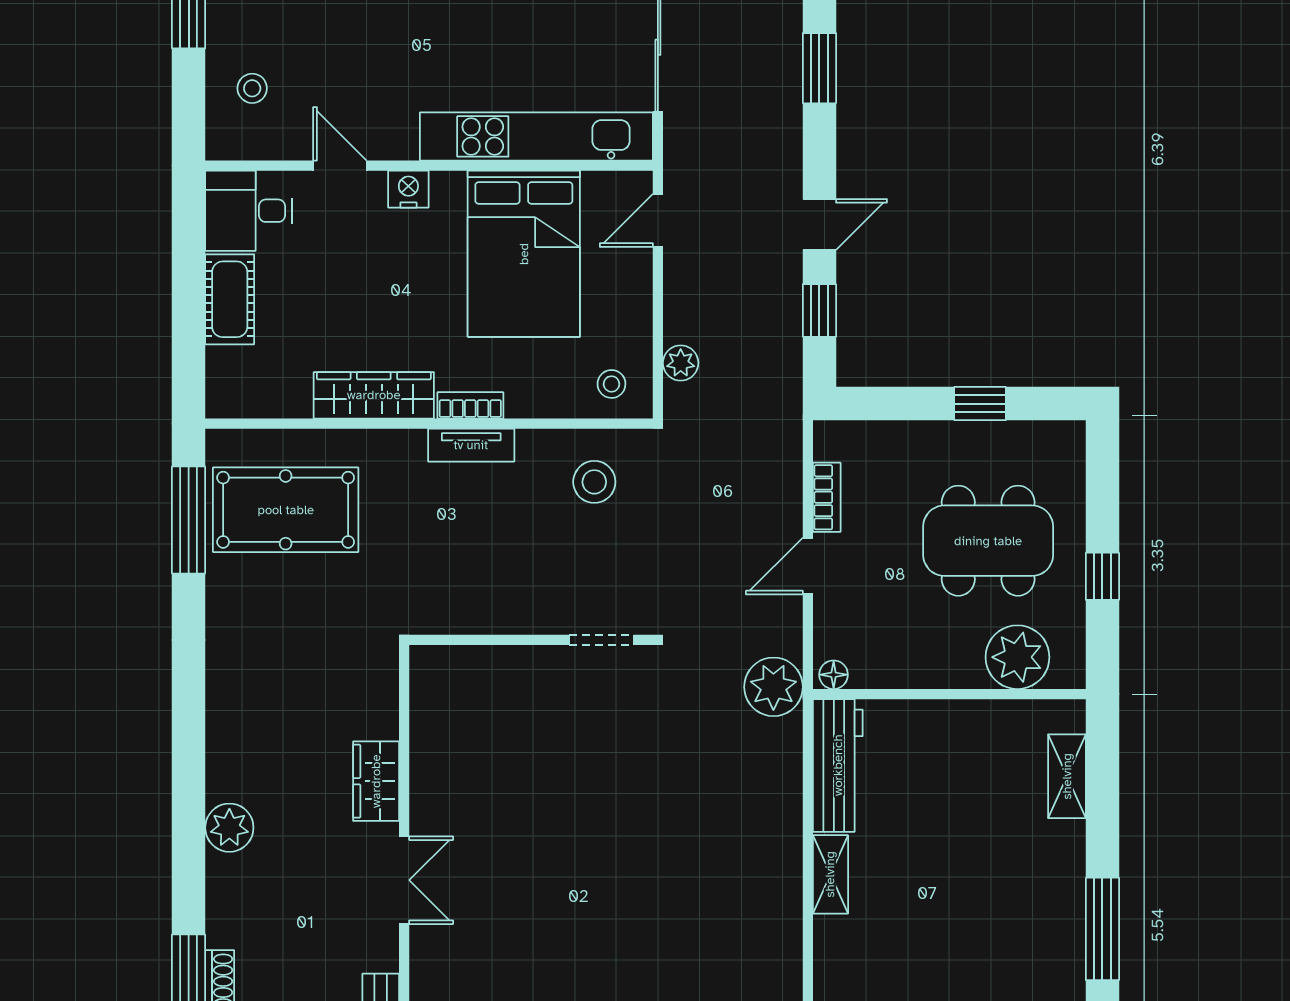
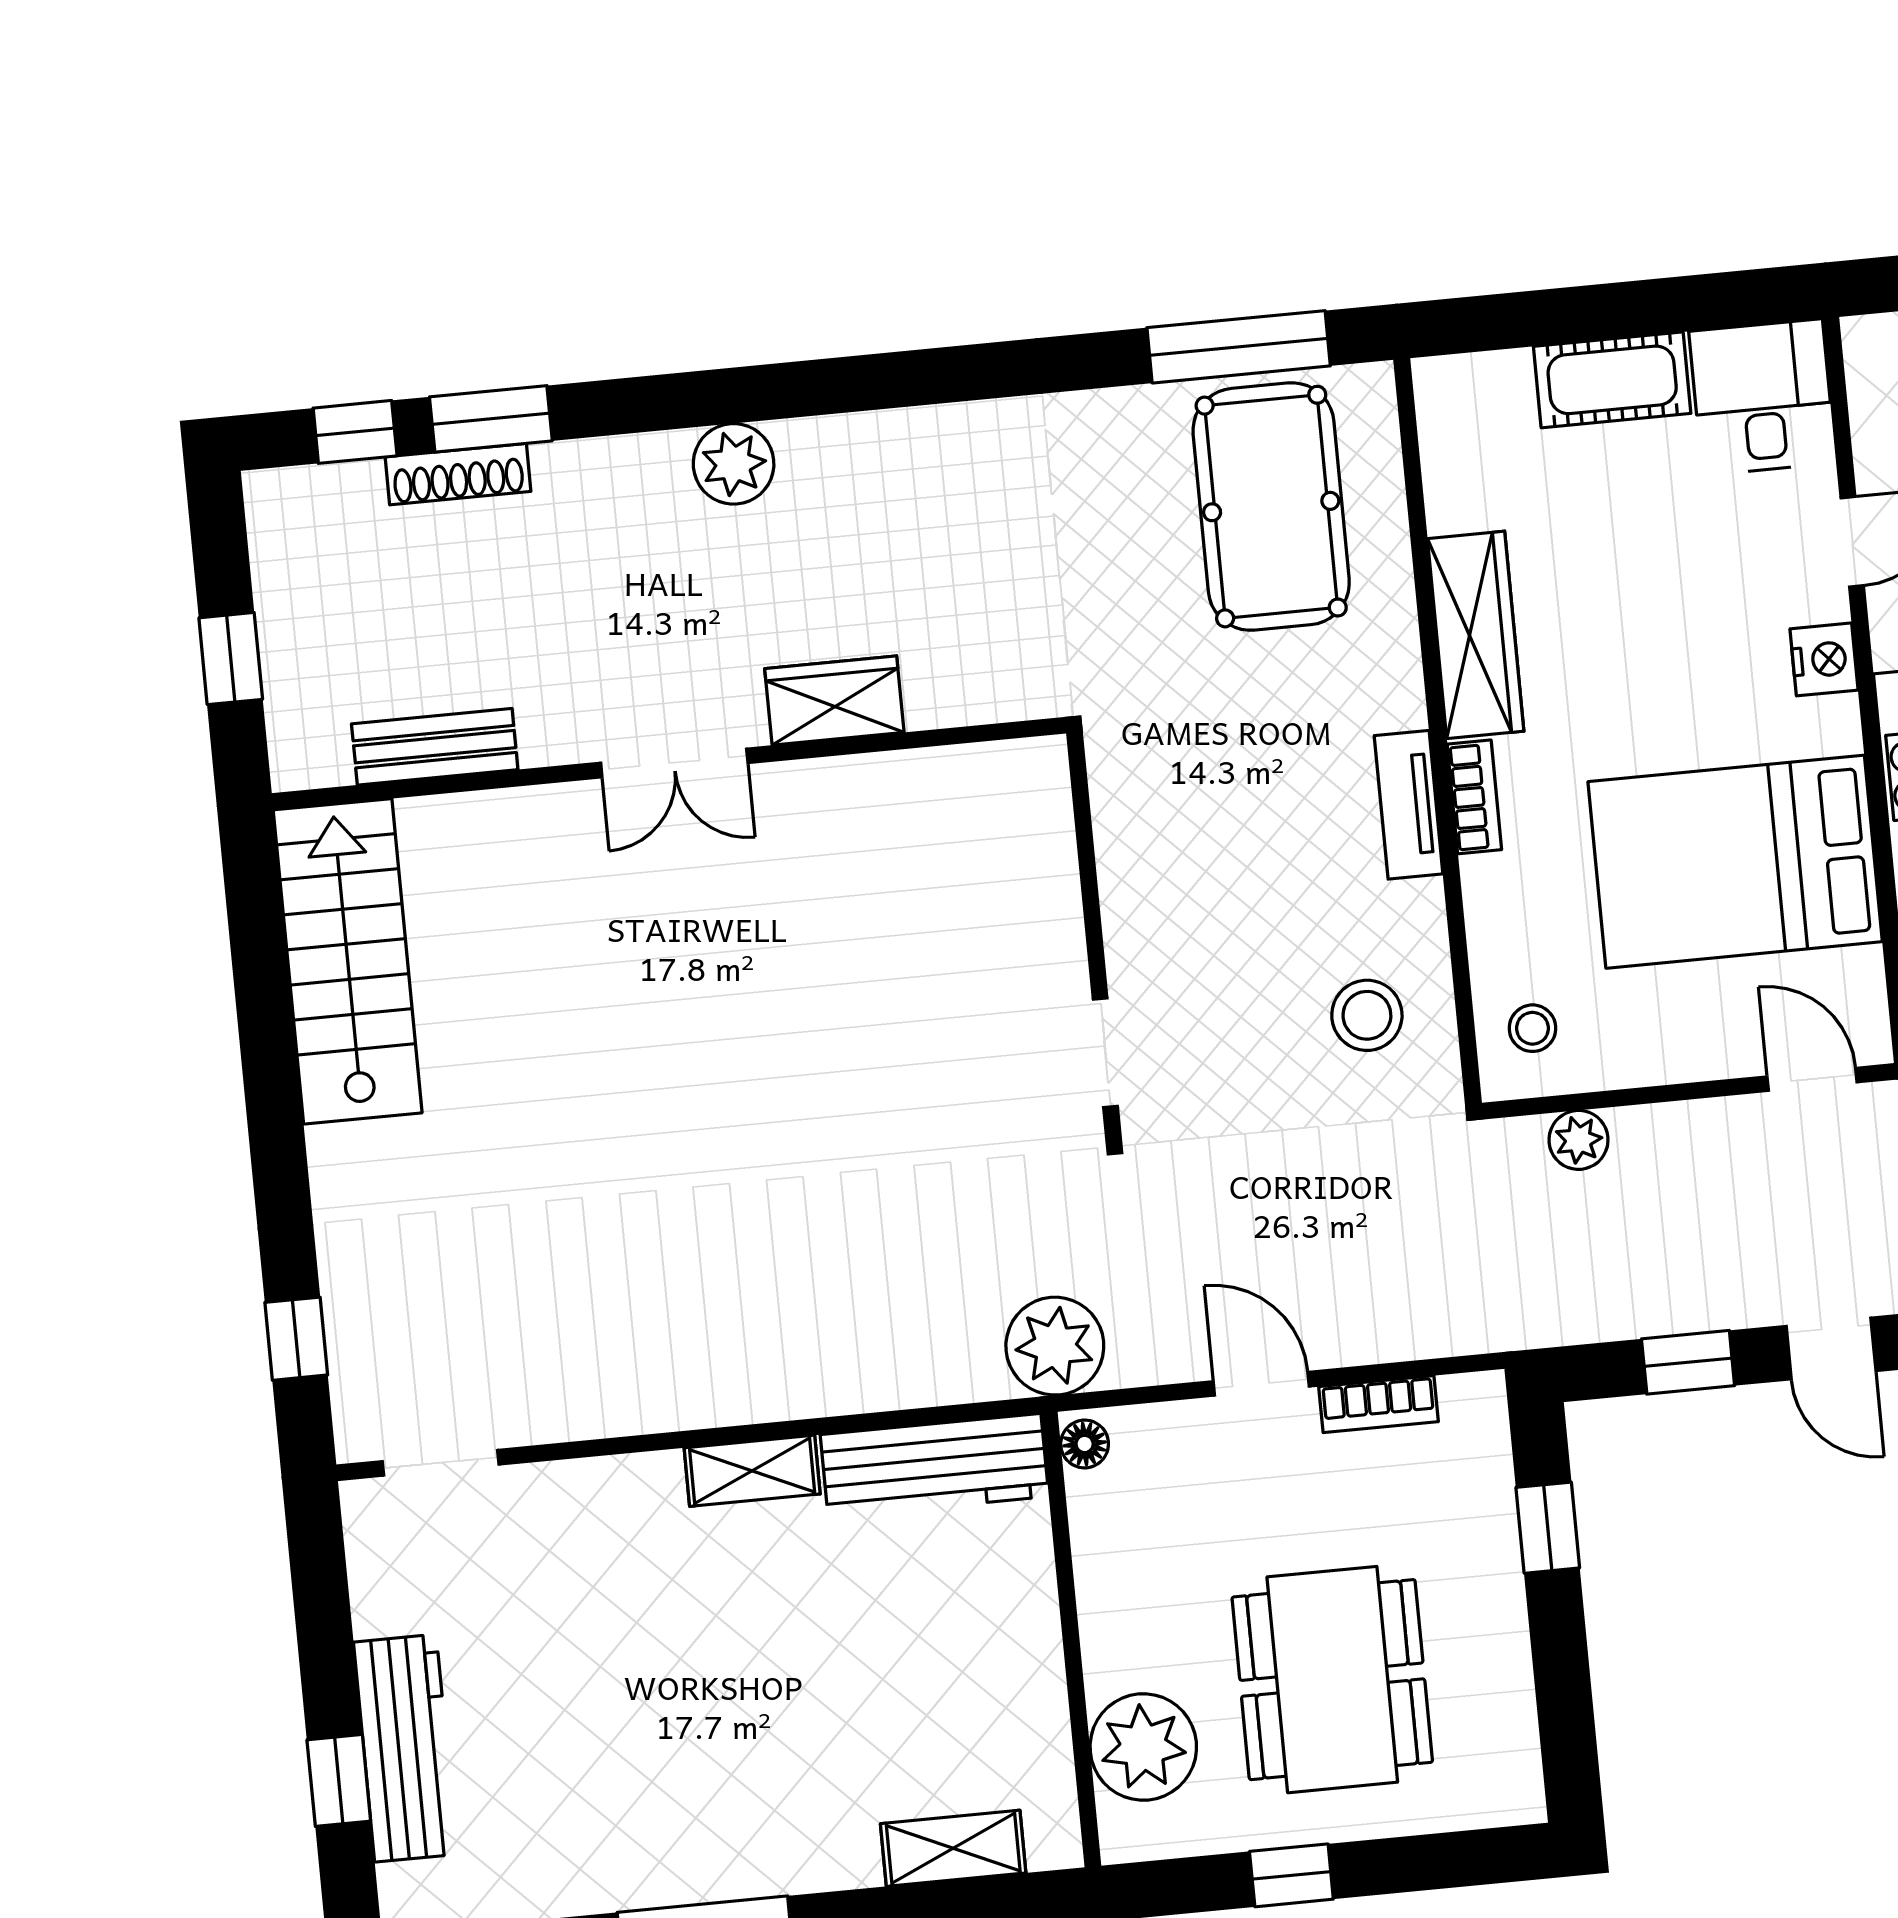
window: (980, 404) -> (1548, 1528), moved

